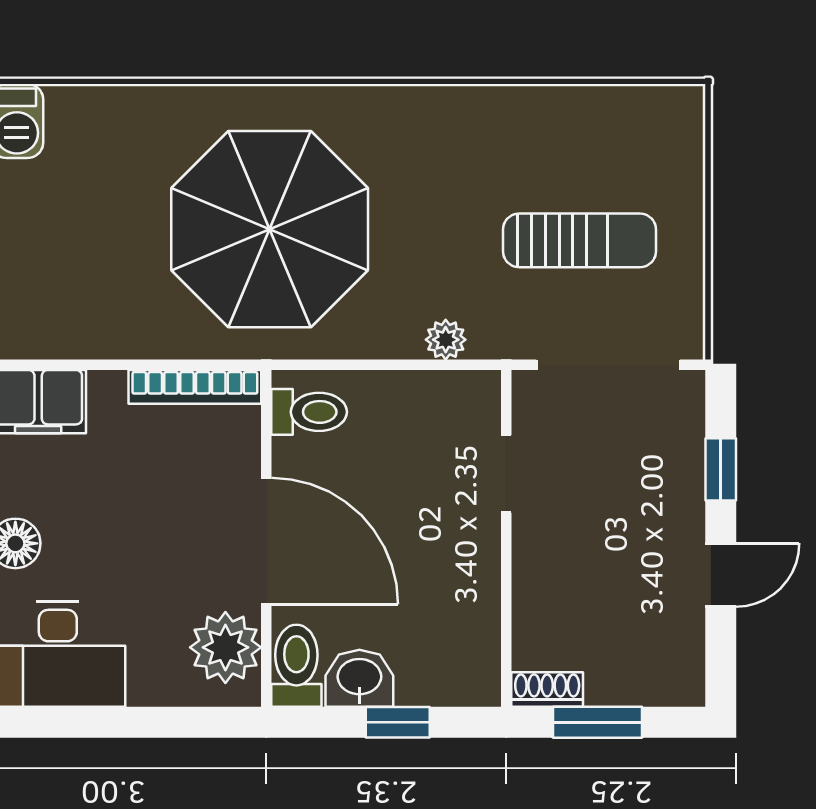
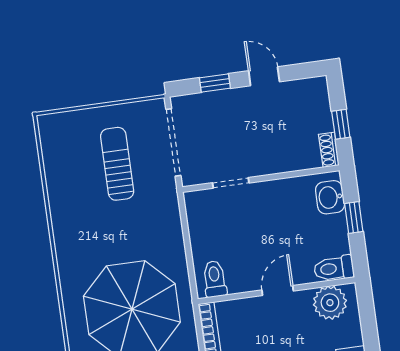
plant: (446, 340) -> (172, 220), removed
door: (266, 541) -> (278, 291), width x0.53
washbasin: (359, 678) -> (330, 197), moved
window: (598, 722) -> (341, 124), width x0.67

